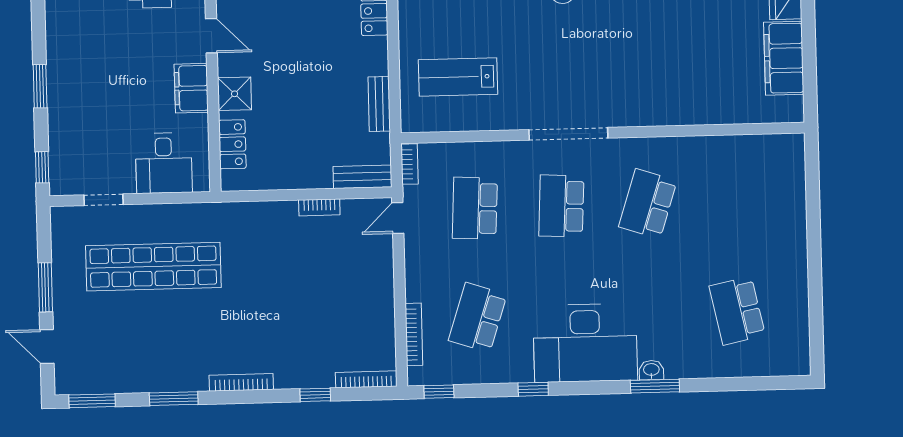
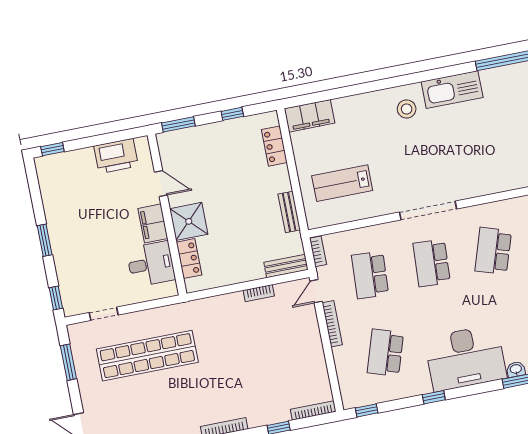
shower: (235, 94) -> (189, 221), width x1.36, depth x1.36
desk: (164, 163) -> (151, 264), moved, turned -90
window: (45, 287) -> (68, 362), moved
bookcase: (414, 334) -> (332, 324), moved

